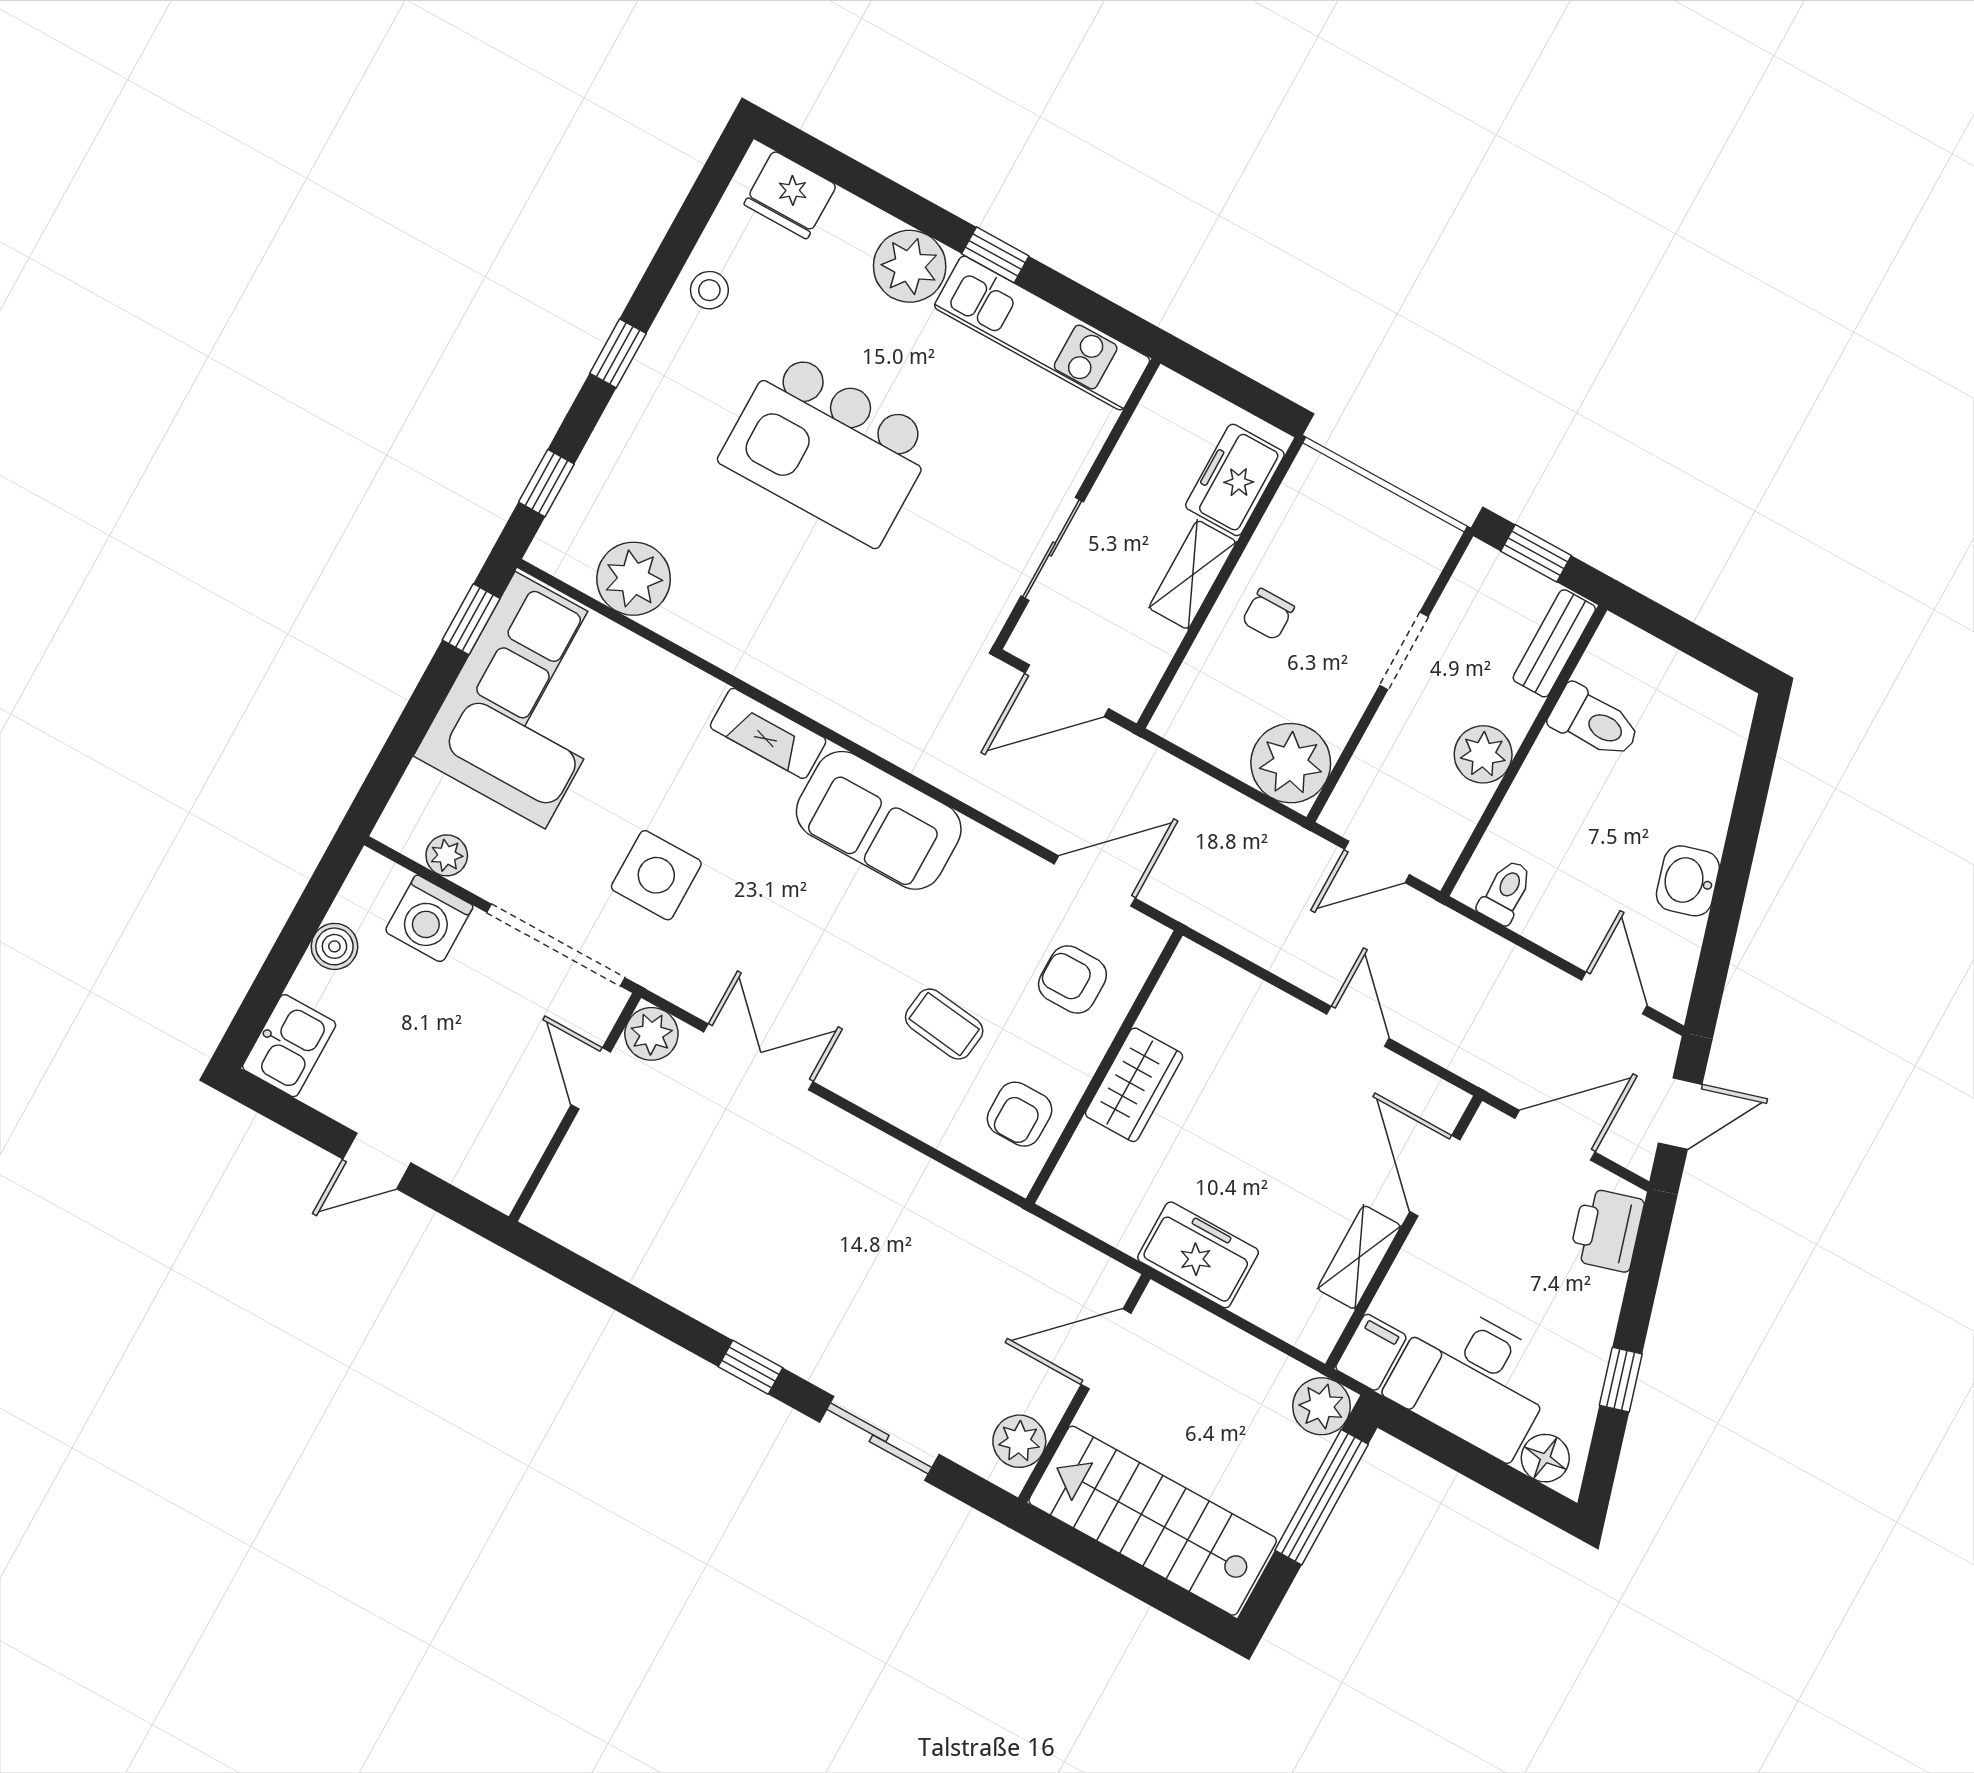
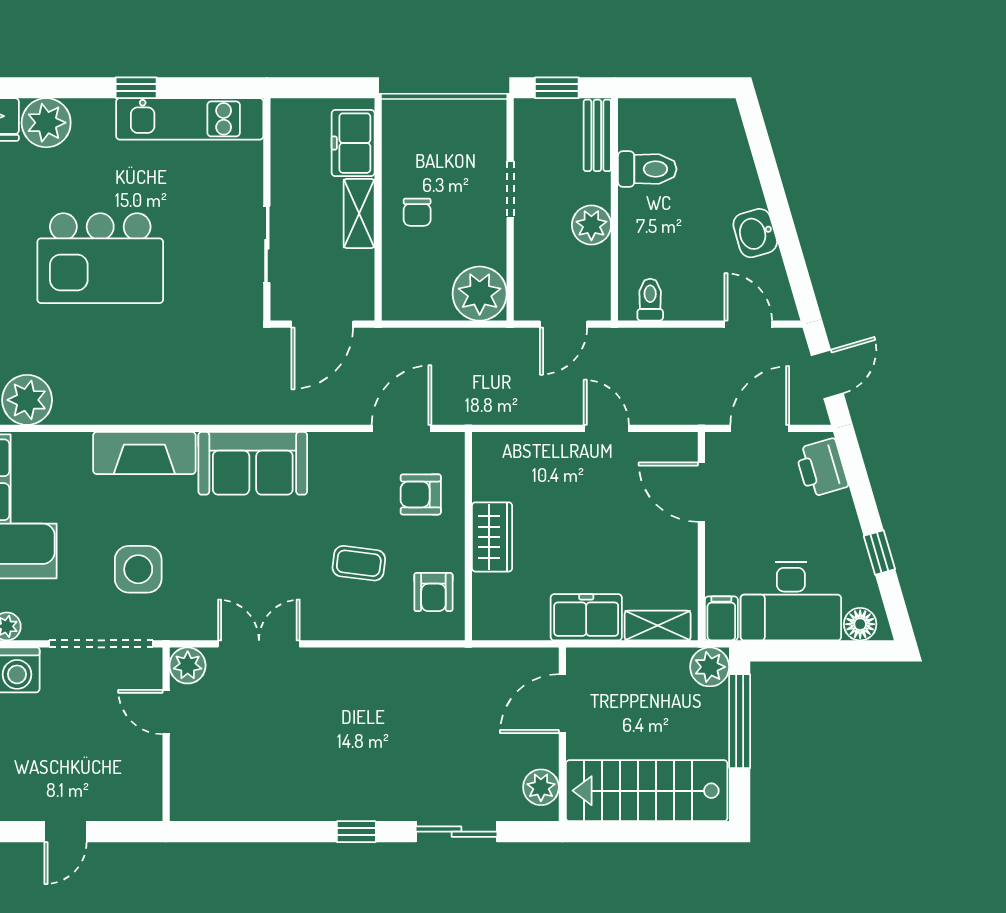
plant: (910, 266) -> (46, 123), moved
fireplace: (768, 733) -> (144, 453), width x1.37, depth x1.32
shelving: (1359, 1257) -> (658, 626), moved, turned 90

